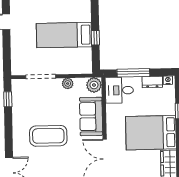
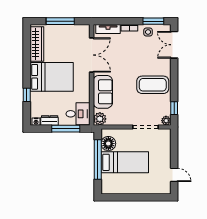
window: (95, 38) -> (98, 159), width x3.17
floor lamp: (83, 56) -> (108, 144), added
plant: (68, 83) -> (166, 121), moved
coffee table: (48, 136) -> (153, 85), moved

